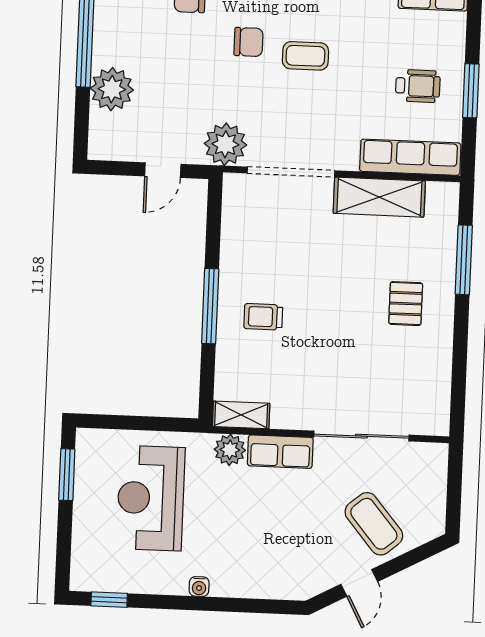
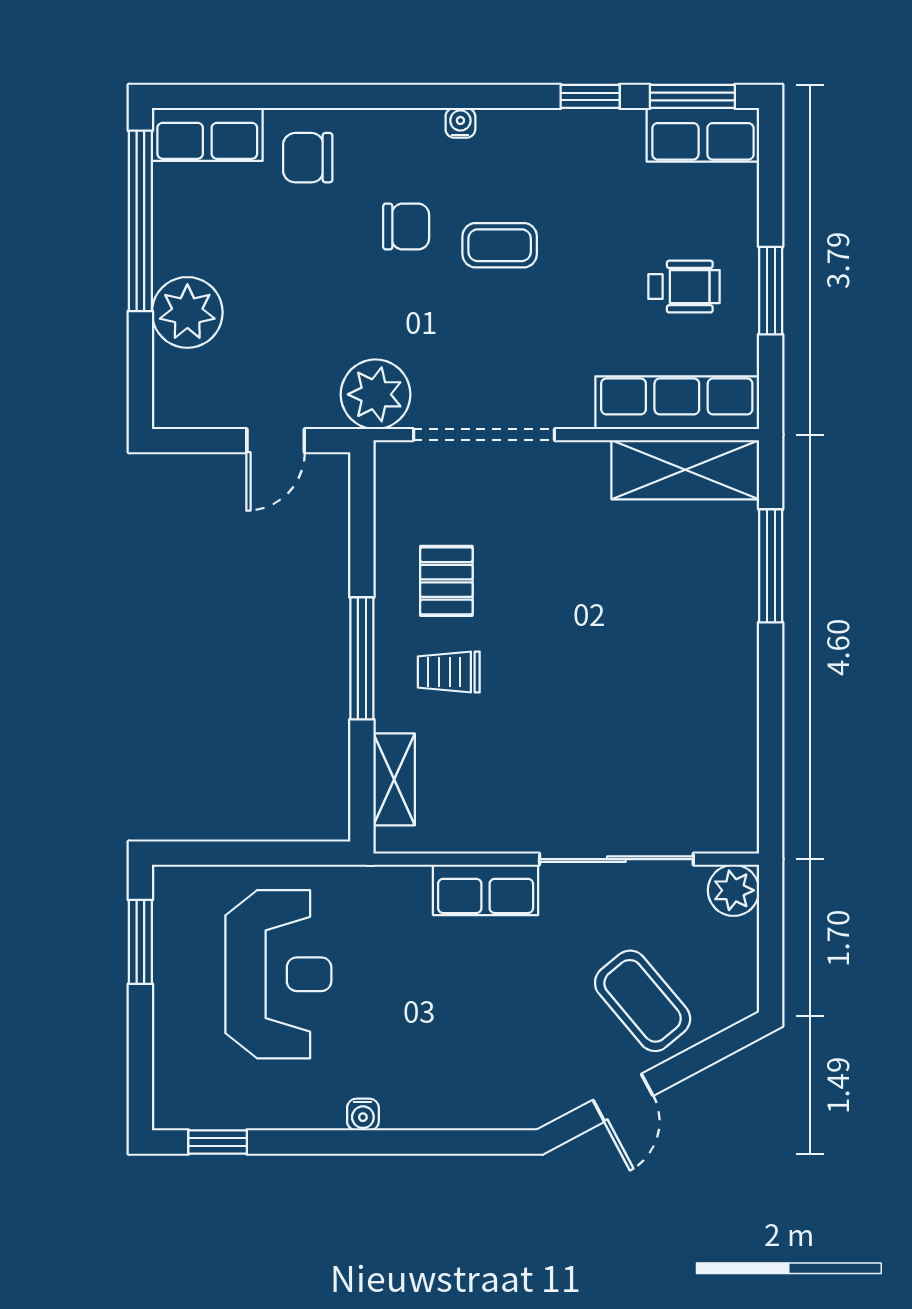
shelving: (379, 197) -> (685, 470), moved
pallet: (406, 304) -> (446, 581), moved
shelving: (241, 415) -> (394, 779), moved, turned 90
plant: (230, 450) -> (733, 890), moved
reception desk: (151, 498) -> (278, 974), turned 180

